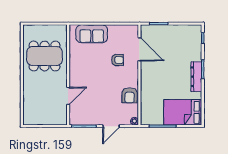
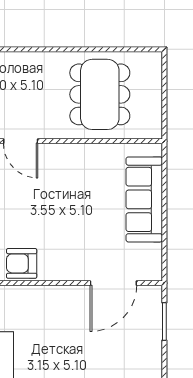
sofa: (92, 34) -> (144, 199), width x1.36
armchair: (117, 60) -> (92, 239), removed

